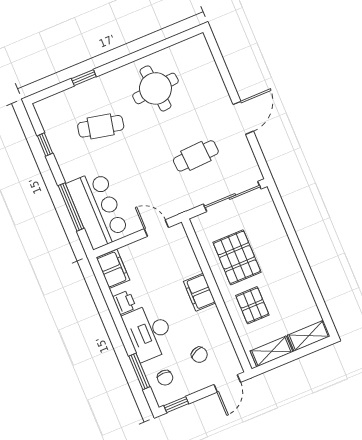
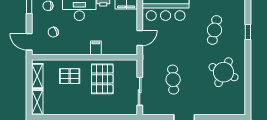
round table: (155, 88) -> (224, 72), turned 31
sliding door: (232, 197) -> (140, 91), width x0.73
pallet: (237, 257) -> (102, 79), turned 90
filing cabinet: (200, 292) -> (96, 48), width x0.50

